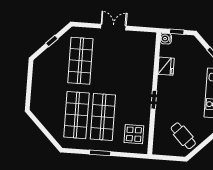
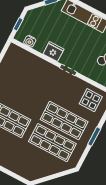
water cooler: (166, 39) -> (30, 41), moved
fridge: (166, 66) -> (53, 52), moved

